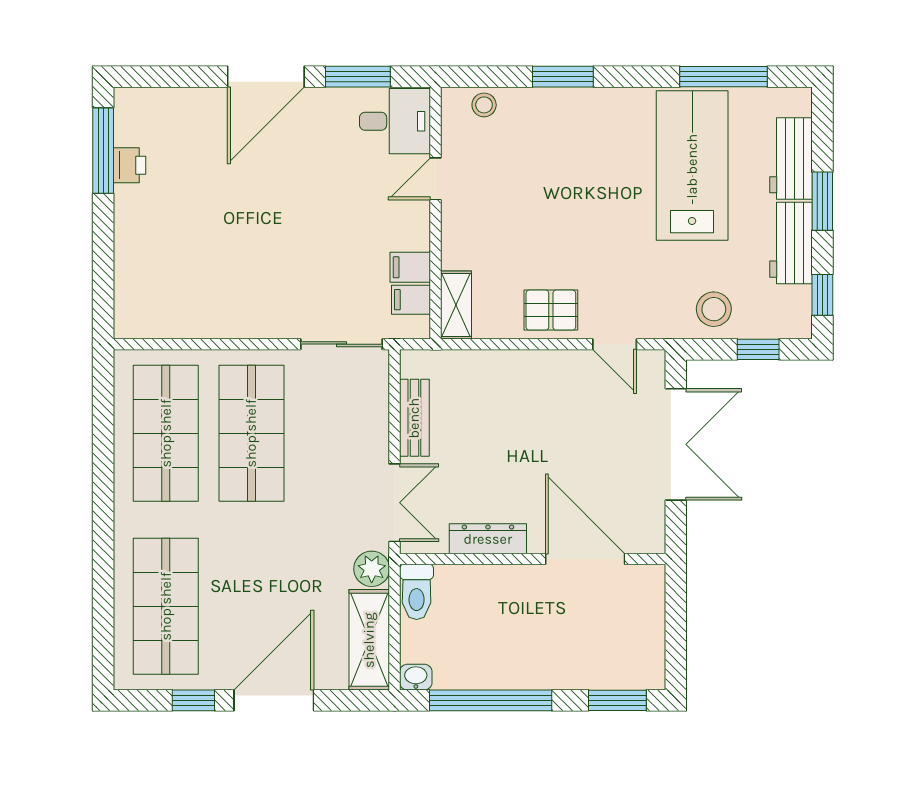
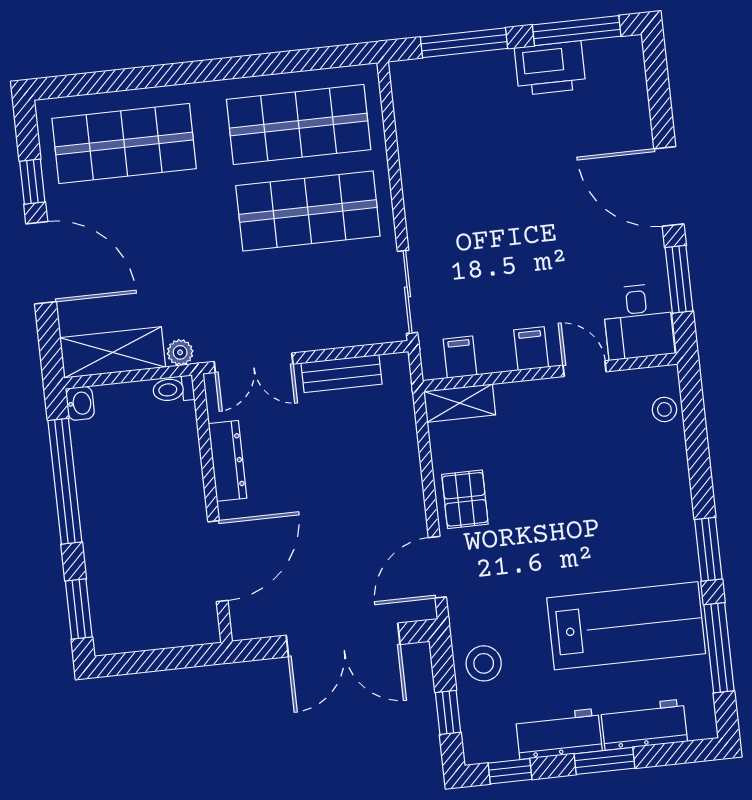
window: (563, 77) -> (708, 549), moved
printer: (130, 165) -> (550, 68), width x1.87, depth x1.48
window: (103, 262) -> (464, 43), added
filing cabinet: (410, 267) -> (531, 349), moved
door: (615, 344) -> (437, 567), width x1.38
plant: (372, 569) -> (180, 352), width x0.73, depth x0.73
toilet: (417, 592) -> (173, 389), width x0.73, depth x0.72

